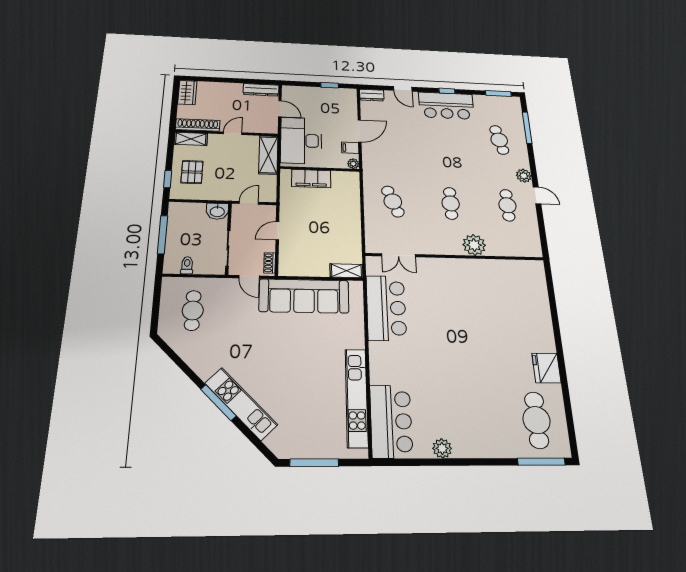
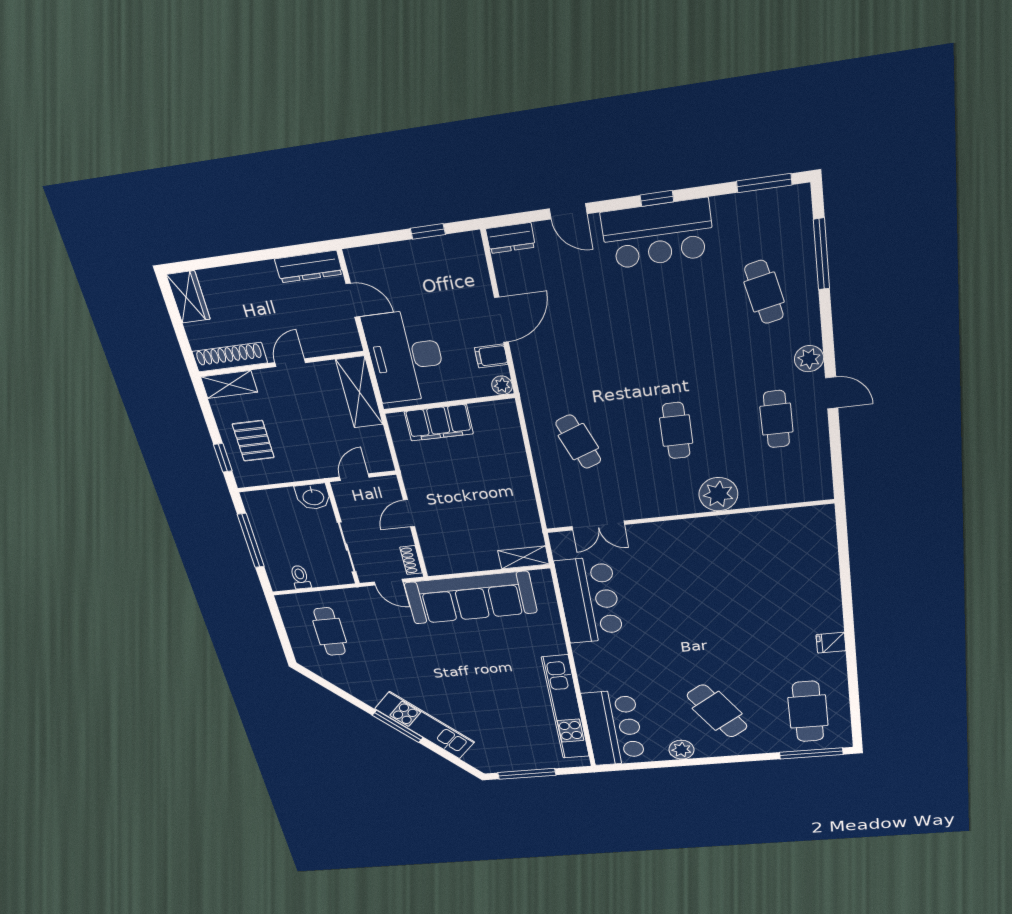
fridge: (546, 368) -> (831, 643), width x0.53, depth x0.75
cafe table: (470, 413) -> (717, 711), added

